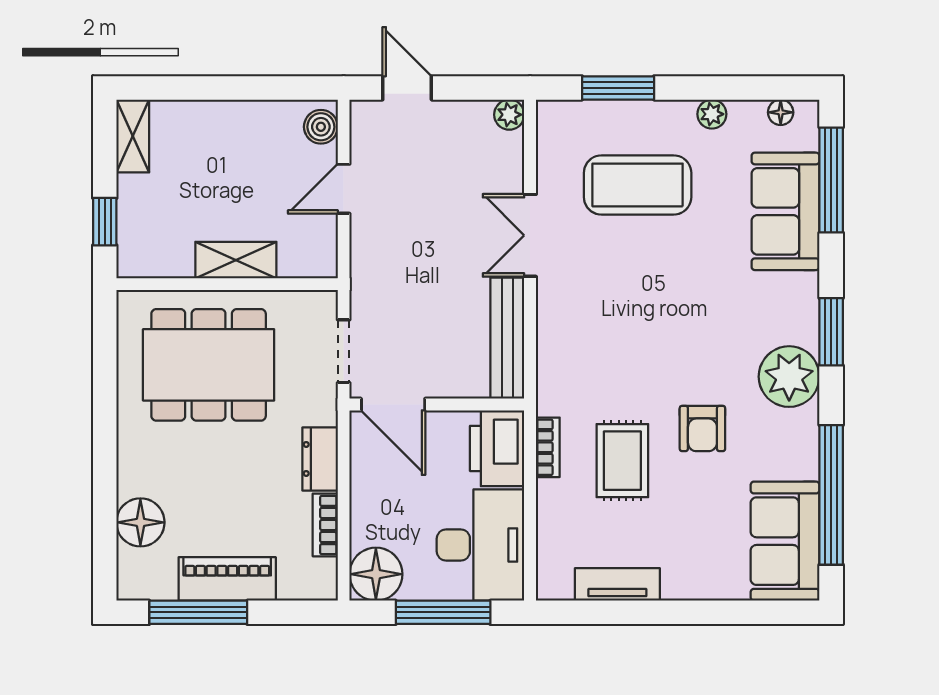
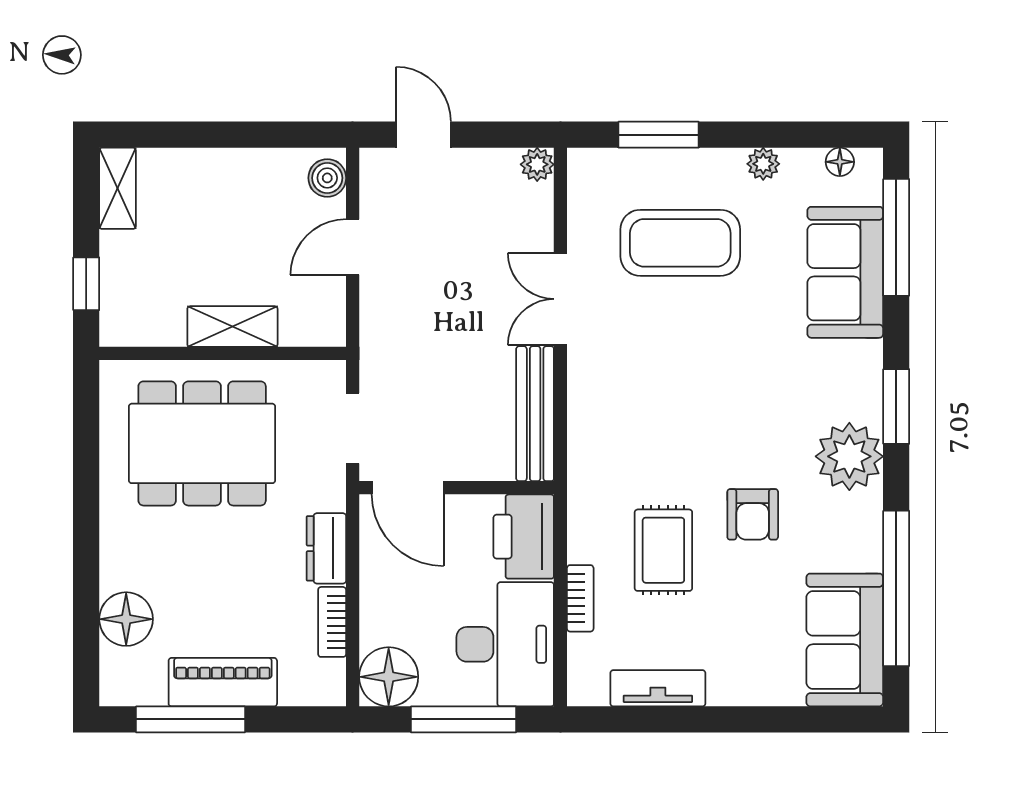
bookcase: (548, 447) -> (580, 598), moved

